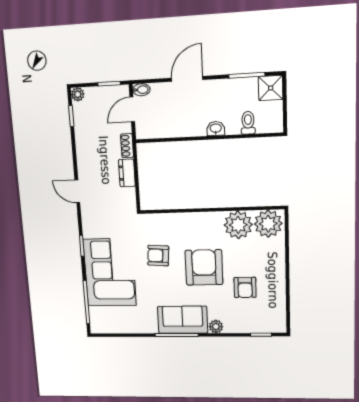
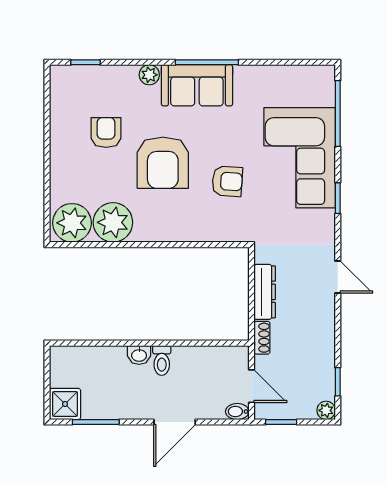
door: (132, 109) -> (251, 386), hinge flipped
toilet: (248, 123) -> (162, 360), moved
dresser: (127, 173) -> (265, 292), width x1.44

